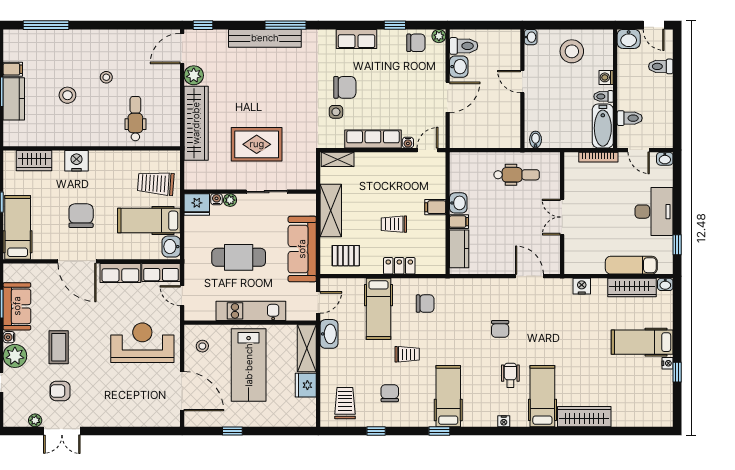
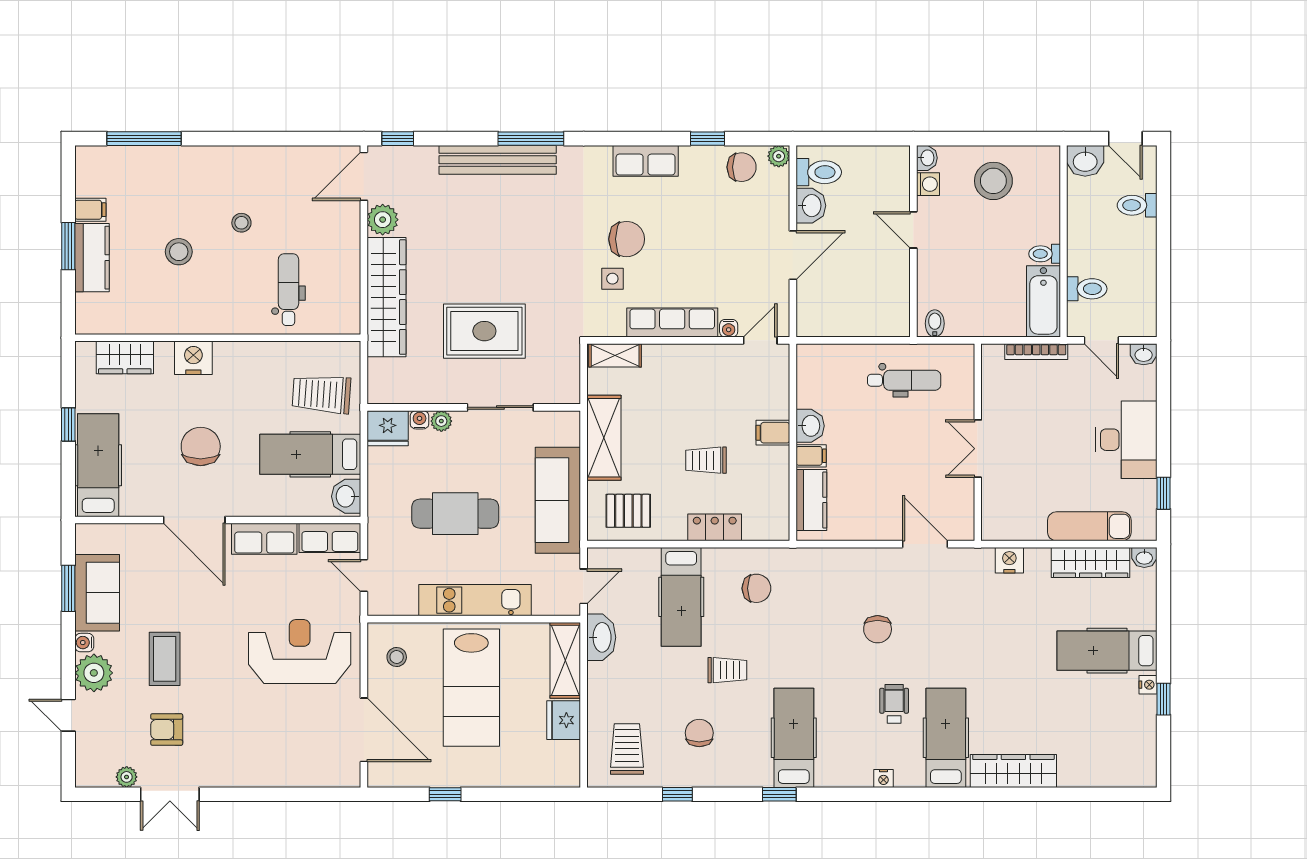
washing machine: (606, 77) -> (928, 184), moved, turned 180

